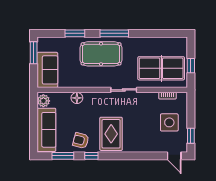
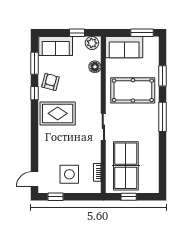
pool table: (101, 54) -> (133, 90), moved, turned 90
floor lamp: (77, 98) -> (95, 67), moved
window: (34, 115) -> (77, 33), added
sofa: (46, 130) -> (56, 46), width x0.73

